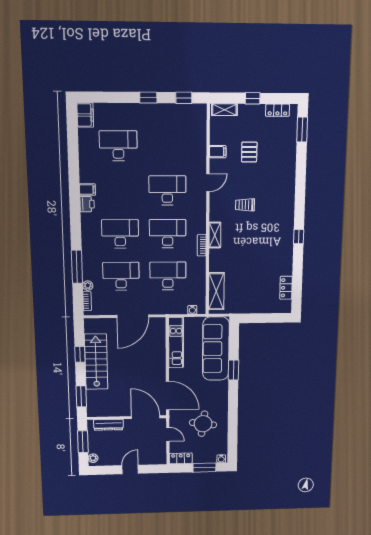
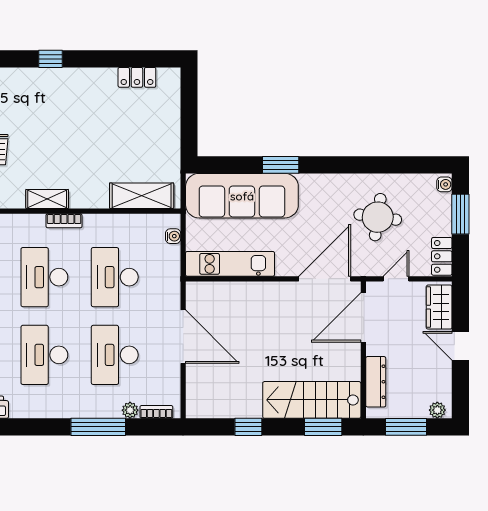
stairs: (96, 362) -> (312, 400), moved
wardrobe: (152, 458) -> (439, 307), added

